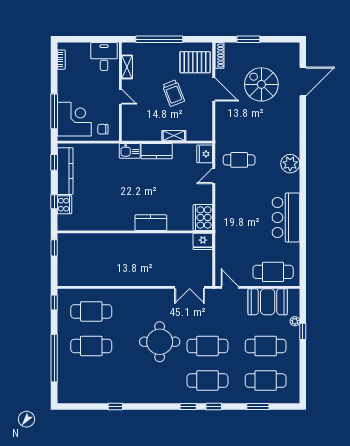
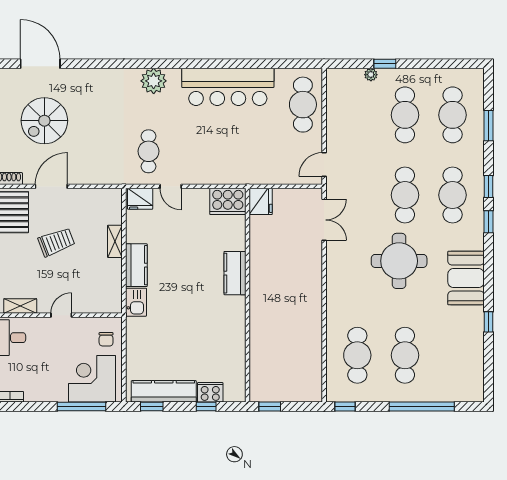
bar counter: (286, 218) -> (228, 87), width x1.36
booth: (268, 302) -> (466, 278), moved

